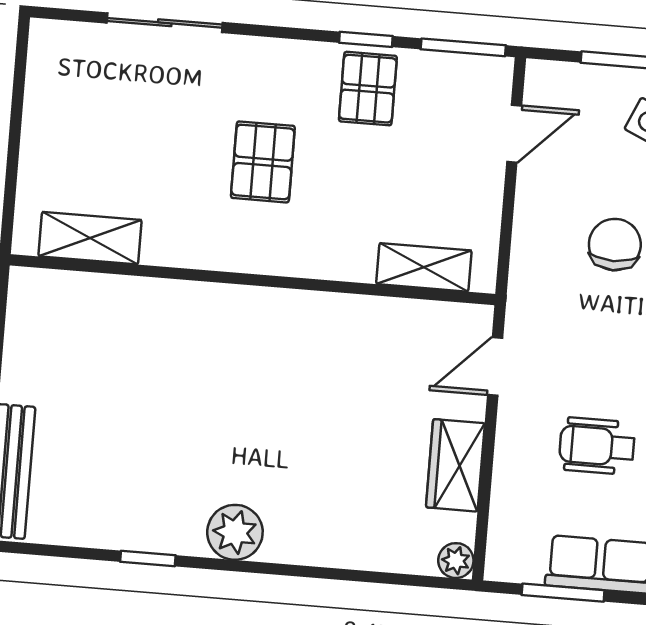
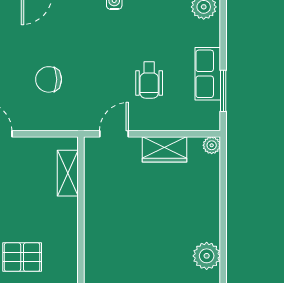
door: (495, 367) -> (114, 134), swing flipped

